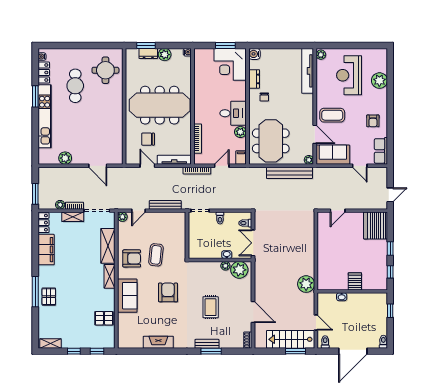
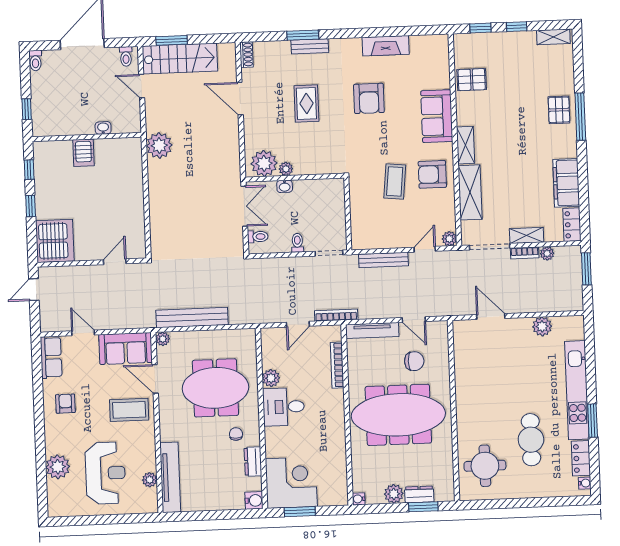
plant: (321, 55) -> (150, 480), moved
meeting table: (271, 141) -> (215, 388), moved, turned 90
filing cabinet: (241, 158) -> (268, 338), removed
armchair: (168, 292) -> (369, 98), moved

